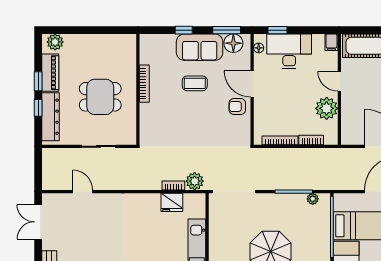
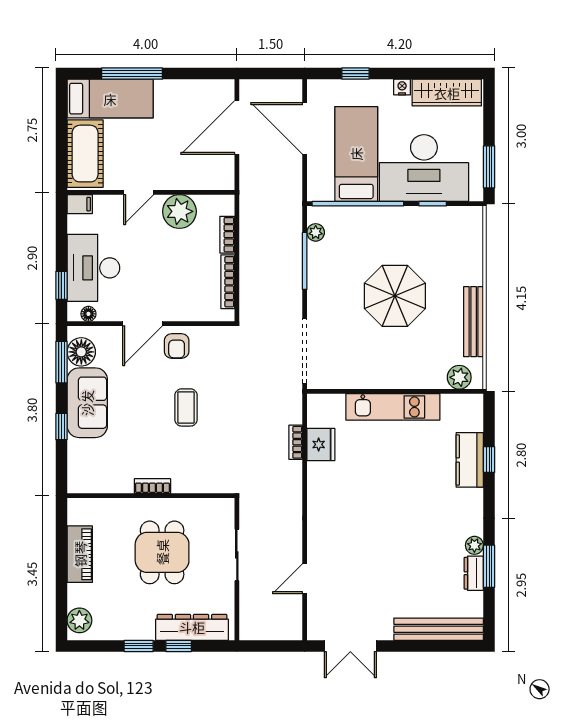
piano: (50, 73) -> (80, 554), moved, turned 90
coffee table: (195, 83) -> (186, 407), moved
bookcase: (144, 84) -> (152, 486), width x0.64
plant: (195, 181) -> (289, 410), removed

